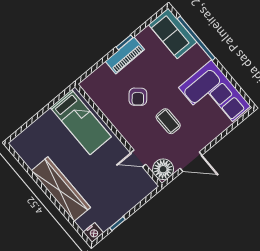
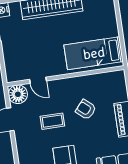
door: (138, 159) -> (38, 80), swing flipped

